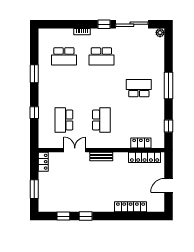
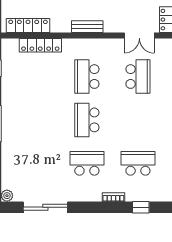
window: (104, 24) -> (141, 207), moved
school desk: (139, 88) -> (87, 120), moved, turned 90
locker: (141, 143) -> (40, 45), width x1.53
double door: (75, 150) -> (139, 35), moved

